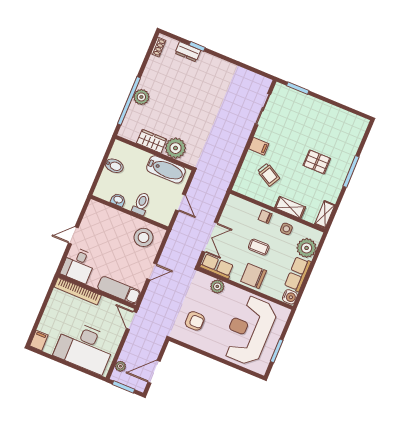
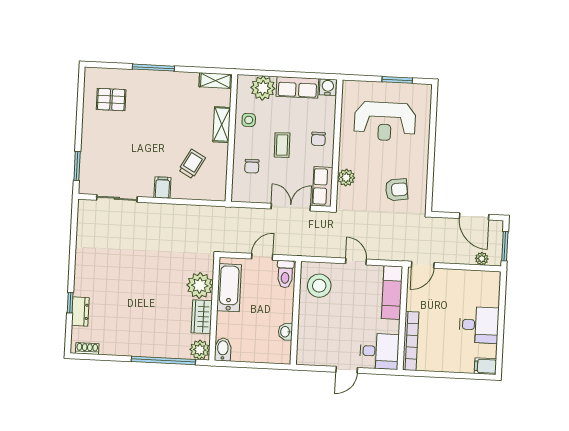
plant: (141, 97) -> (200, 350), moved
pallet: (317, 162) -> (111, 100), moved, turned 90
bidet: (114, 166) -> (223, 349), moved
toilet: (141, 204) -> (285, 274), moved, turned -90
chair: (265, 217) -> (252, 166), moved
door: (73, 235) -> (347, 370), hinge flipped
chair: (254, 276) -> (318, 139), width x0.54, depth x0.54
armchair: (195, 321) -> (397, 190), turned 82
reception desk: (249, 330) -> (385, 121), width x0.74, depth x0.77
desk: (85, 347) -> (479, 325), width x0.53, depth x0.77

